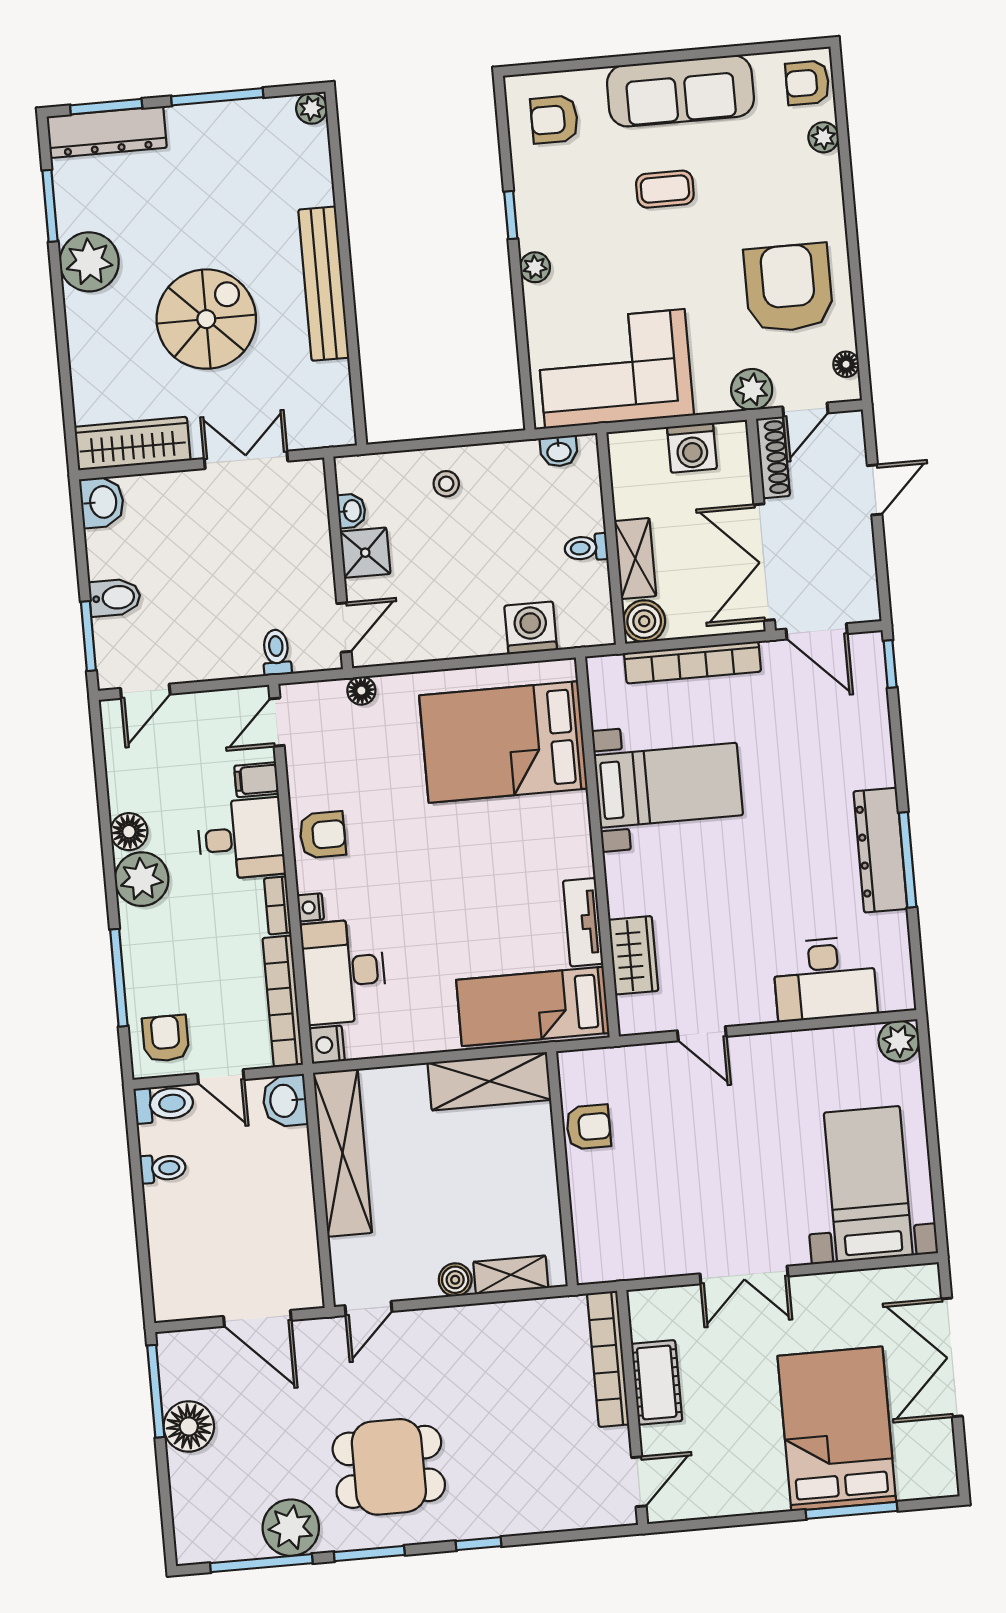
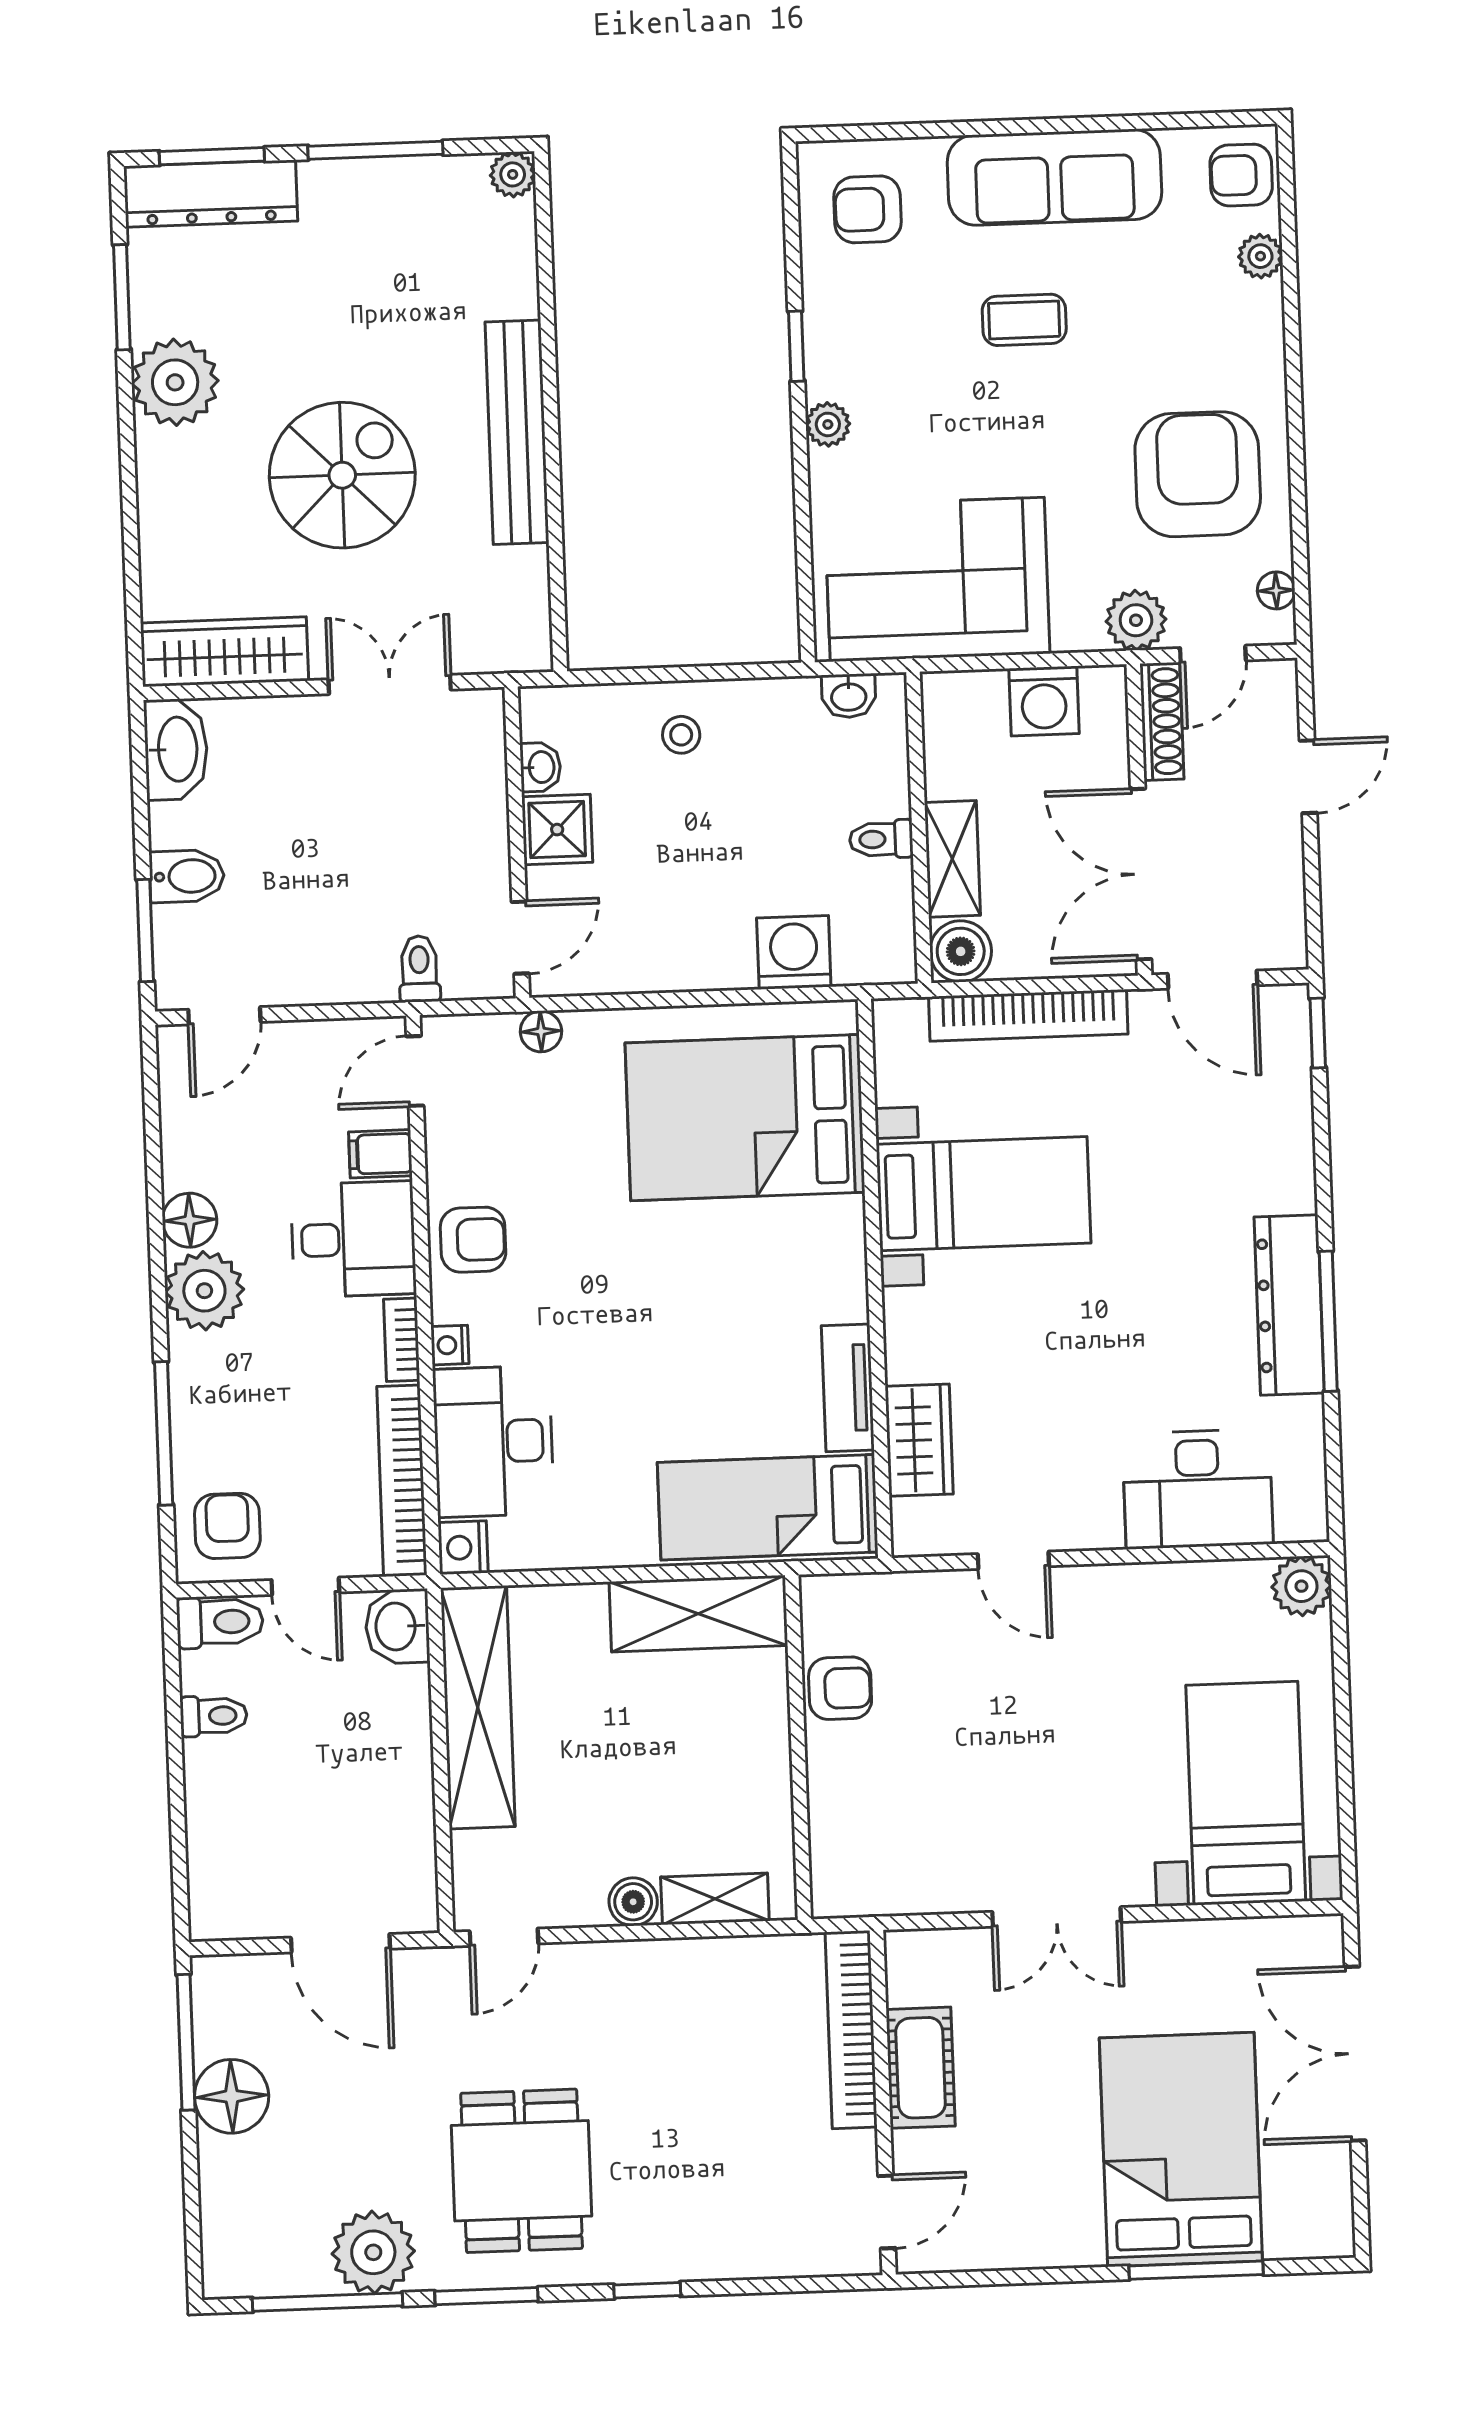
washbasin: (102, 502) -> (176, 749), width x1.38
dining table: (389, 1467) -> (522, 2171), turned 90

